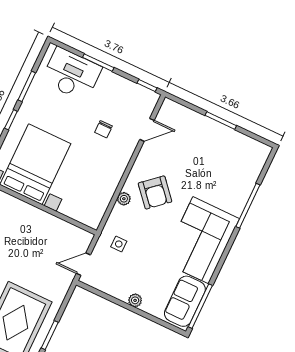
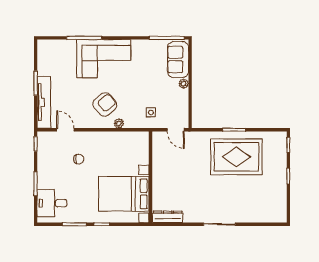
desk: (72, 74) -> (52, 203), width x0.73
tv unit: (193, 119) -> (44, 102), added
corner sofa: (201, 240) -> (104, 59), moved
sofa: (185, 301) -> (178, 60), moved, turned 90

